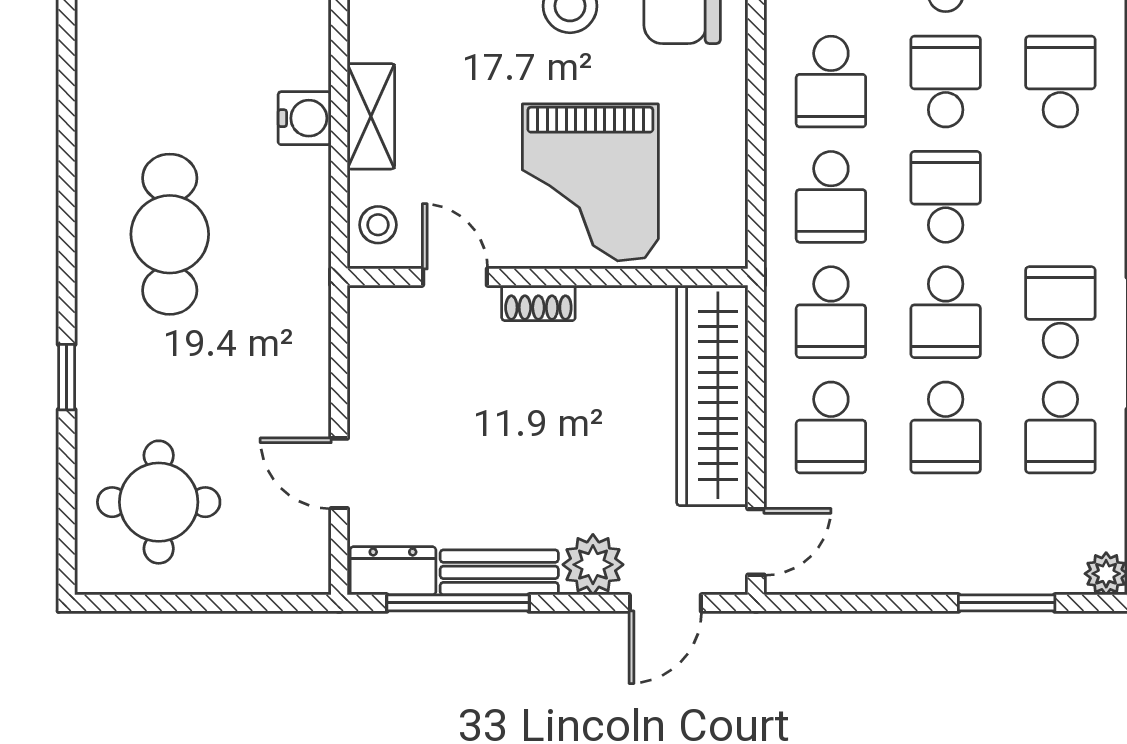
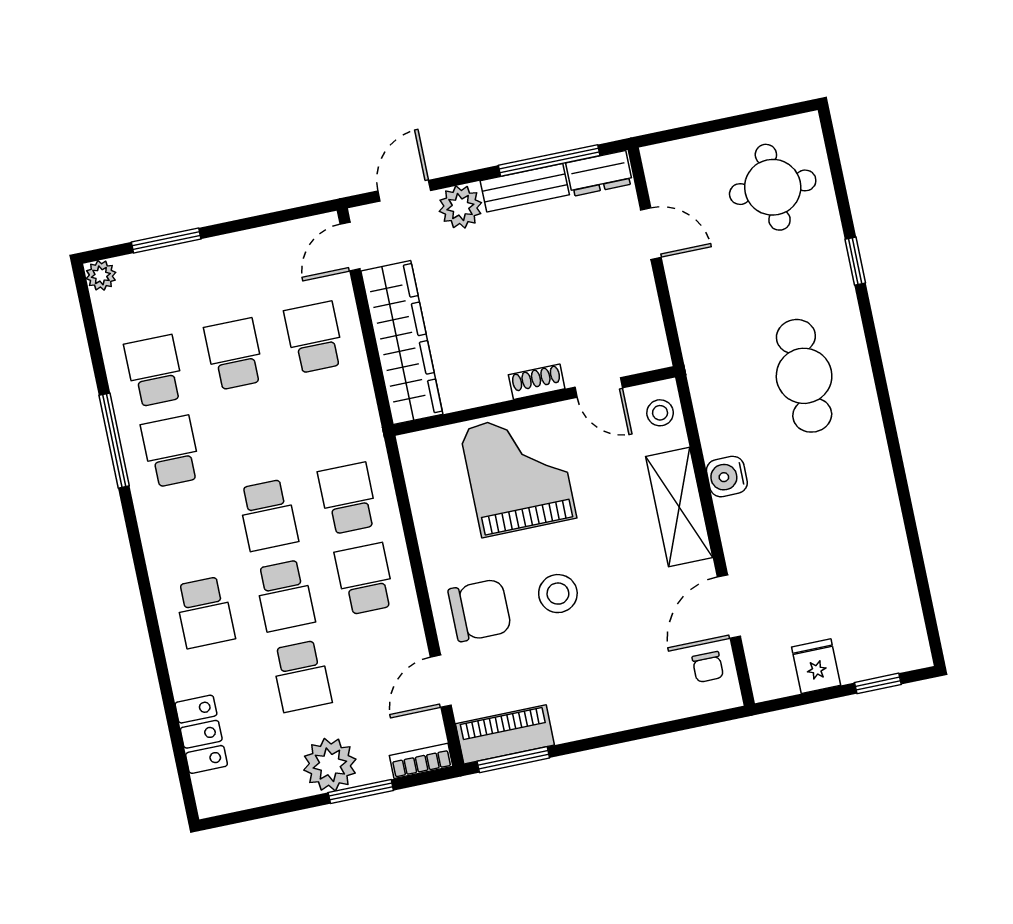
shelving: (371, 116) -> (679, 507), width x1.50, depth x1.33
school desk: (831, 312) -> (331, 418), removed
school desk: (946, 312) -> (251, 435), removed
school desk: (1060, 312) -> (171, 451), turned 180

